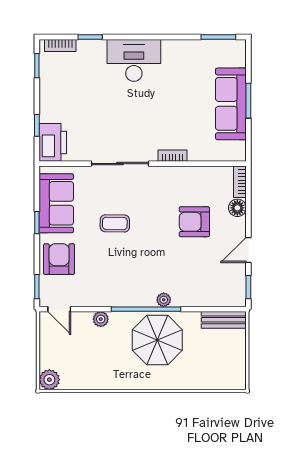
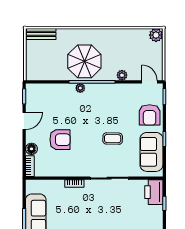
bench: (224, 320) -> (41, 34), moved

